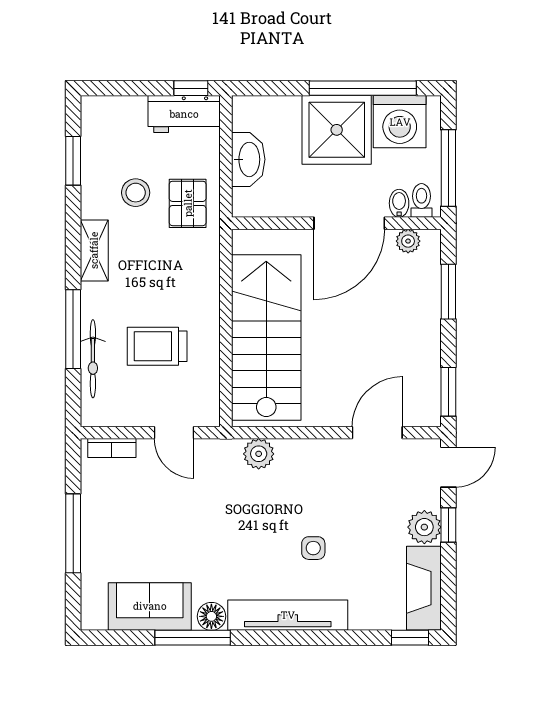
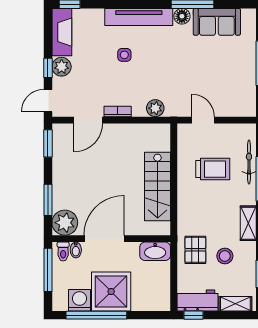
shelving: (117, 108) -> (235, 304), added
washing machine: (400, 122) -> (79, 300), width x0.73, depth x0.73
washbasin: (248, 159) -> (155, 251), moved, turned -90
plant: (408, 241) -> (65, 223), width x1.88, depth x1.88
stairs: (266, 337) -> (158, 187), width x0.73, depth x0.66
bookcase: (112, 448) -> (118, 111), moved

